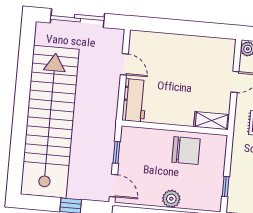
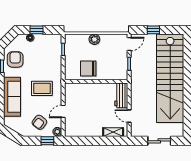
sliding door: (77, 18) -> (159, 141), width x0.73
shelving: (212, 121) -> (113, 132), moved
door: (113, 186) -> (129, 44), swing flipped

